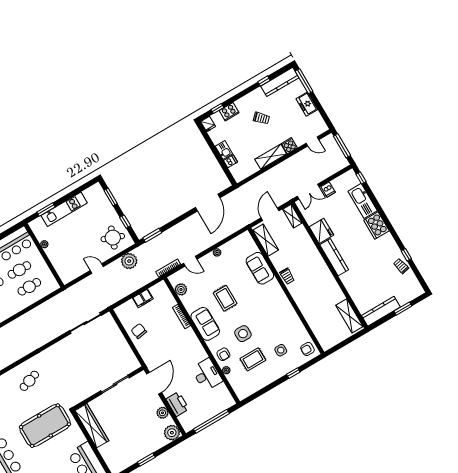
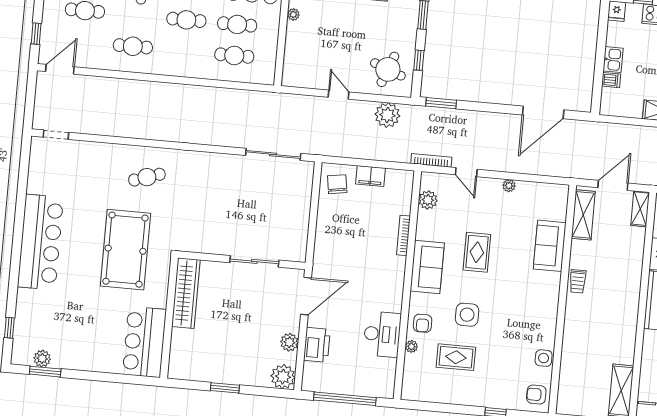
chair: (139, 331) -> (337, 184), moved
side table: (281, 350) -> (544, 358), moved
pool table: (45, 426) -> (125, 250), turned 90

